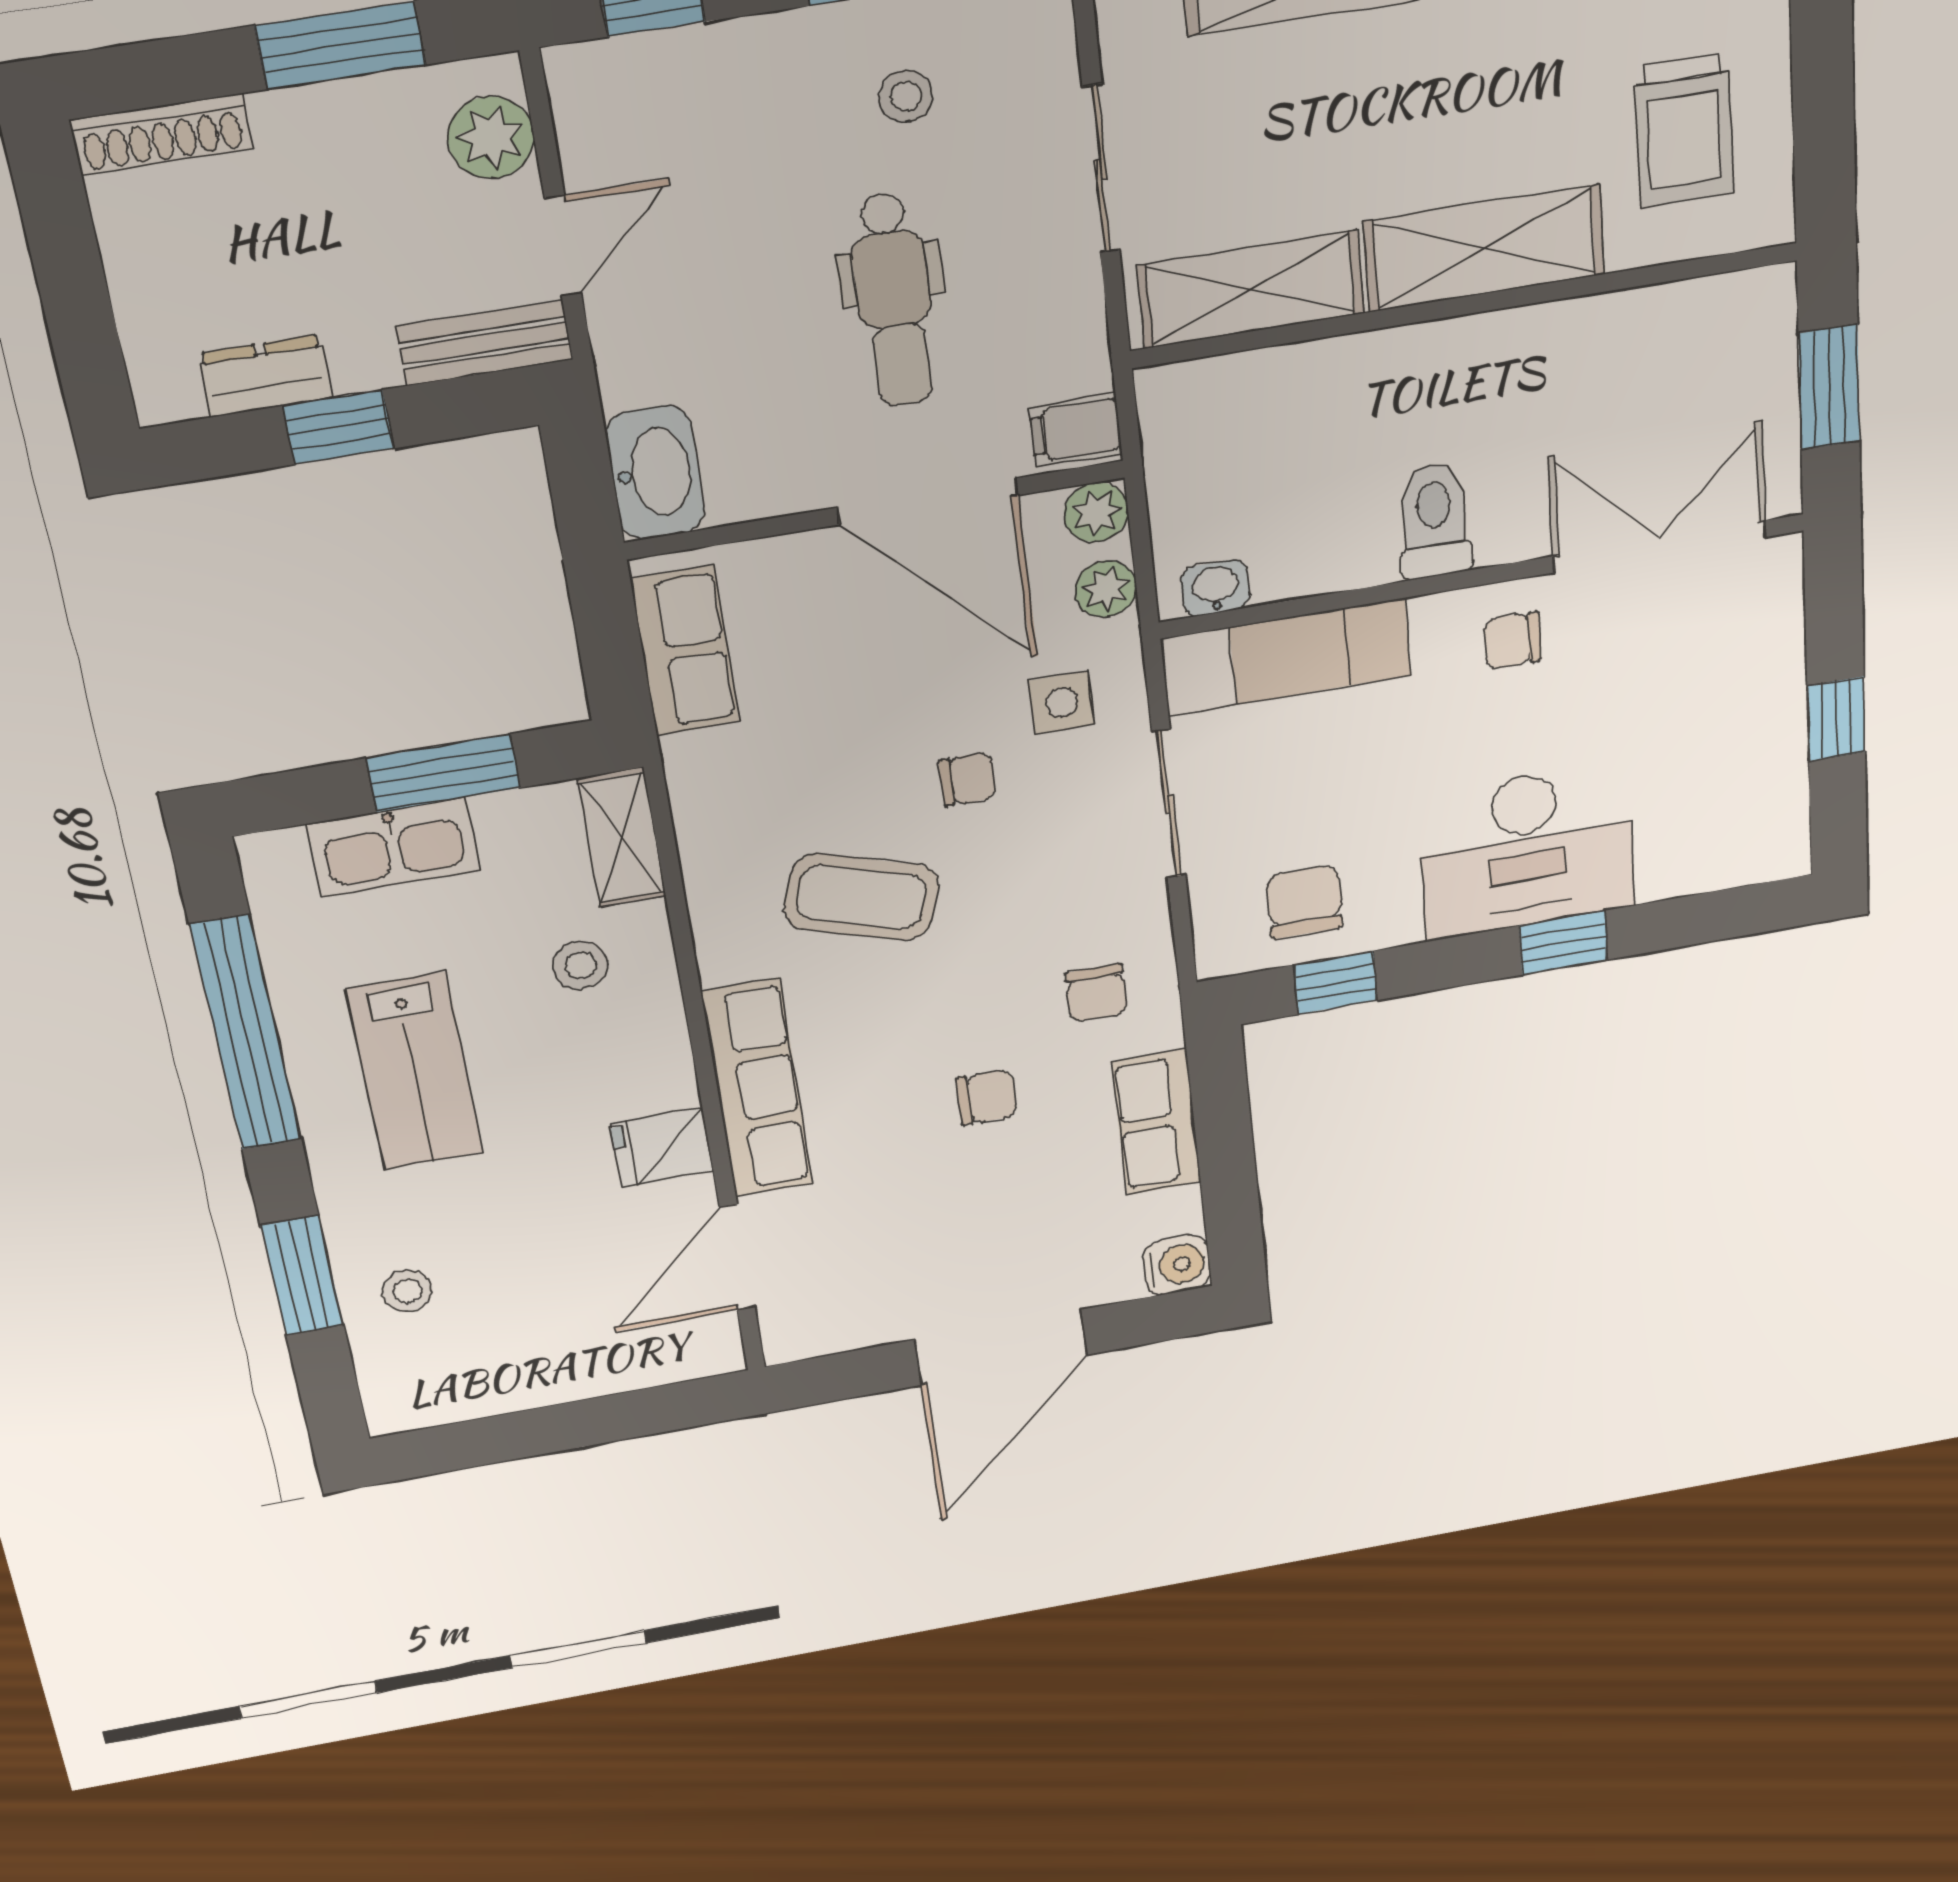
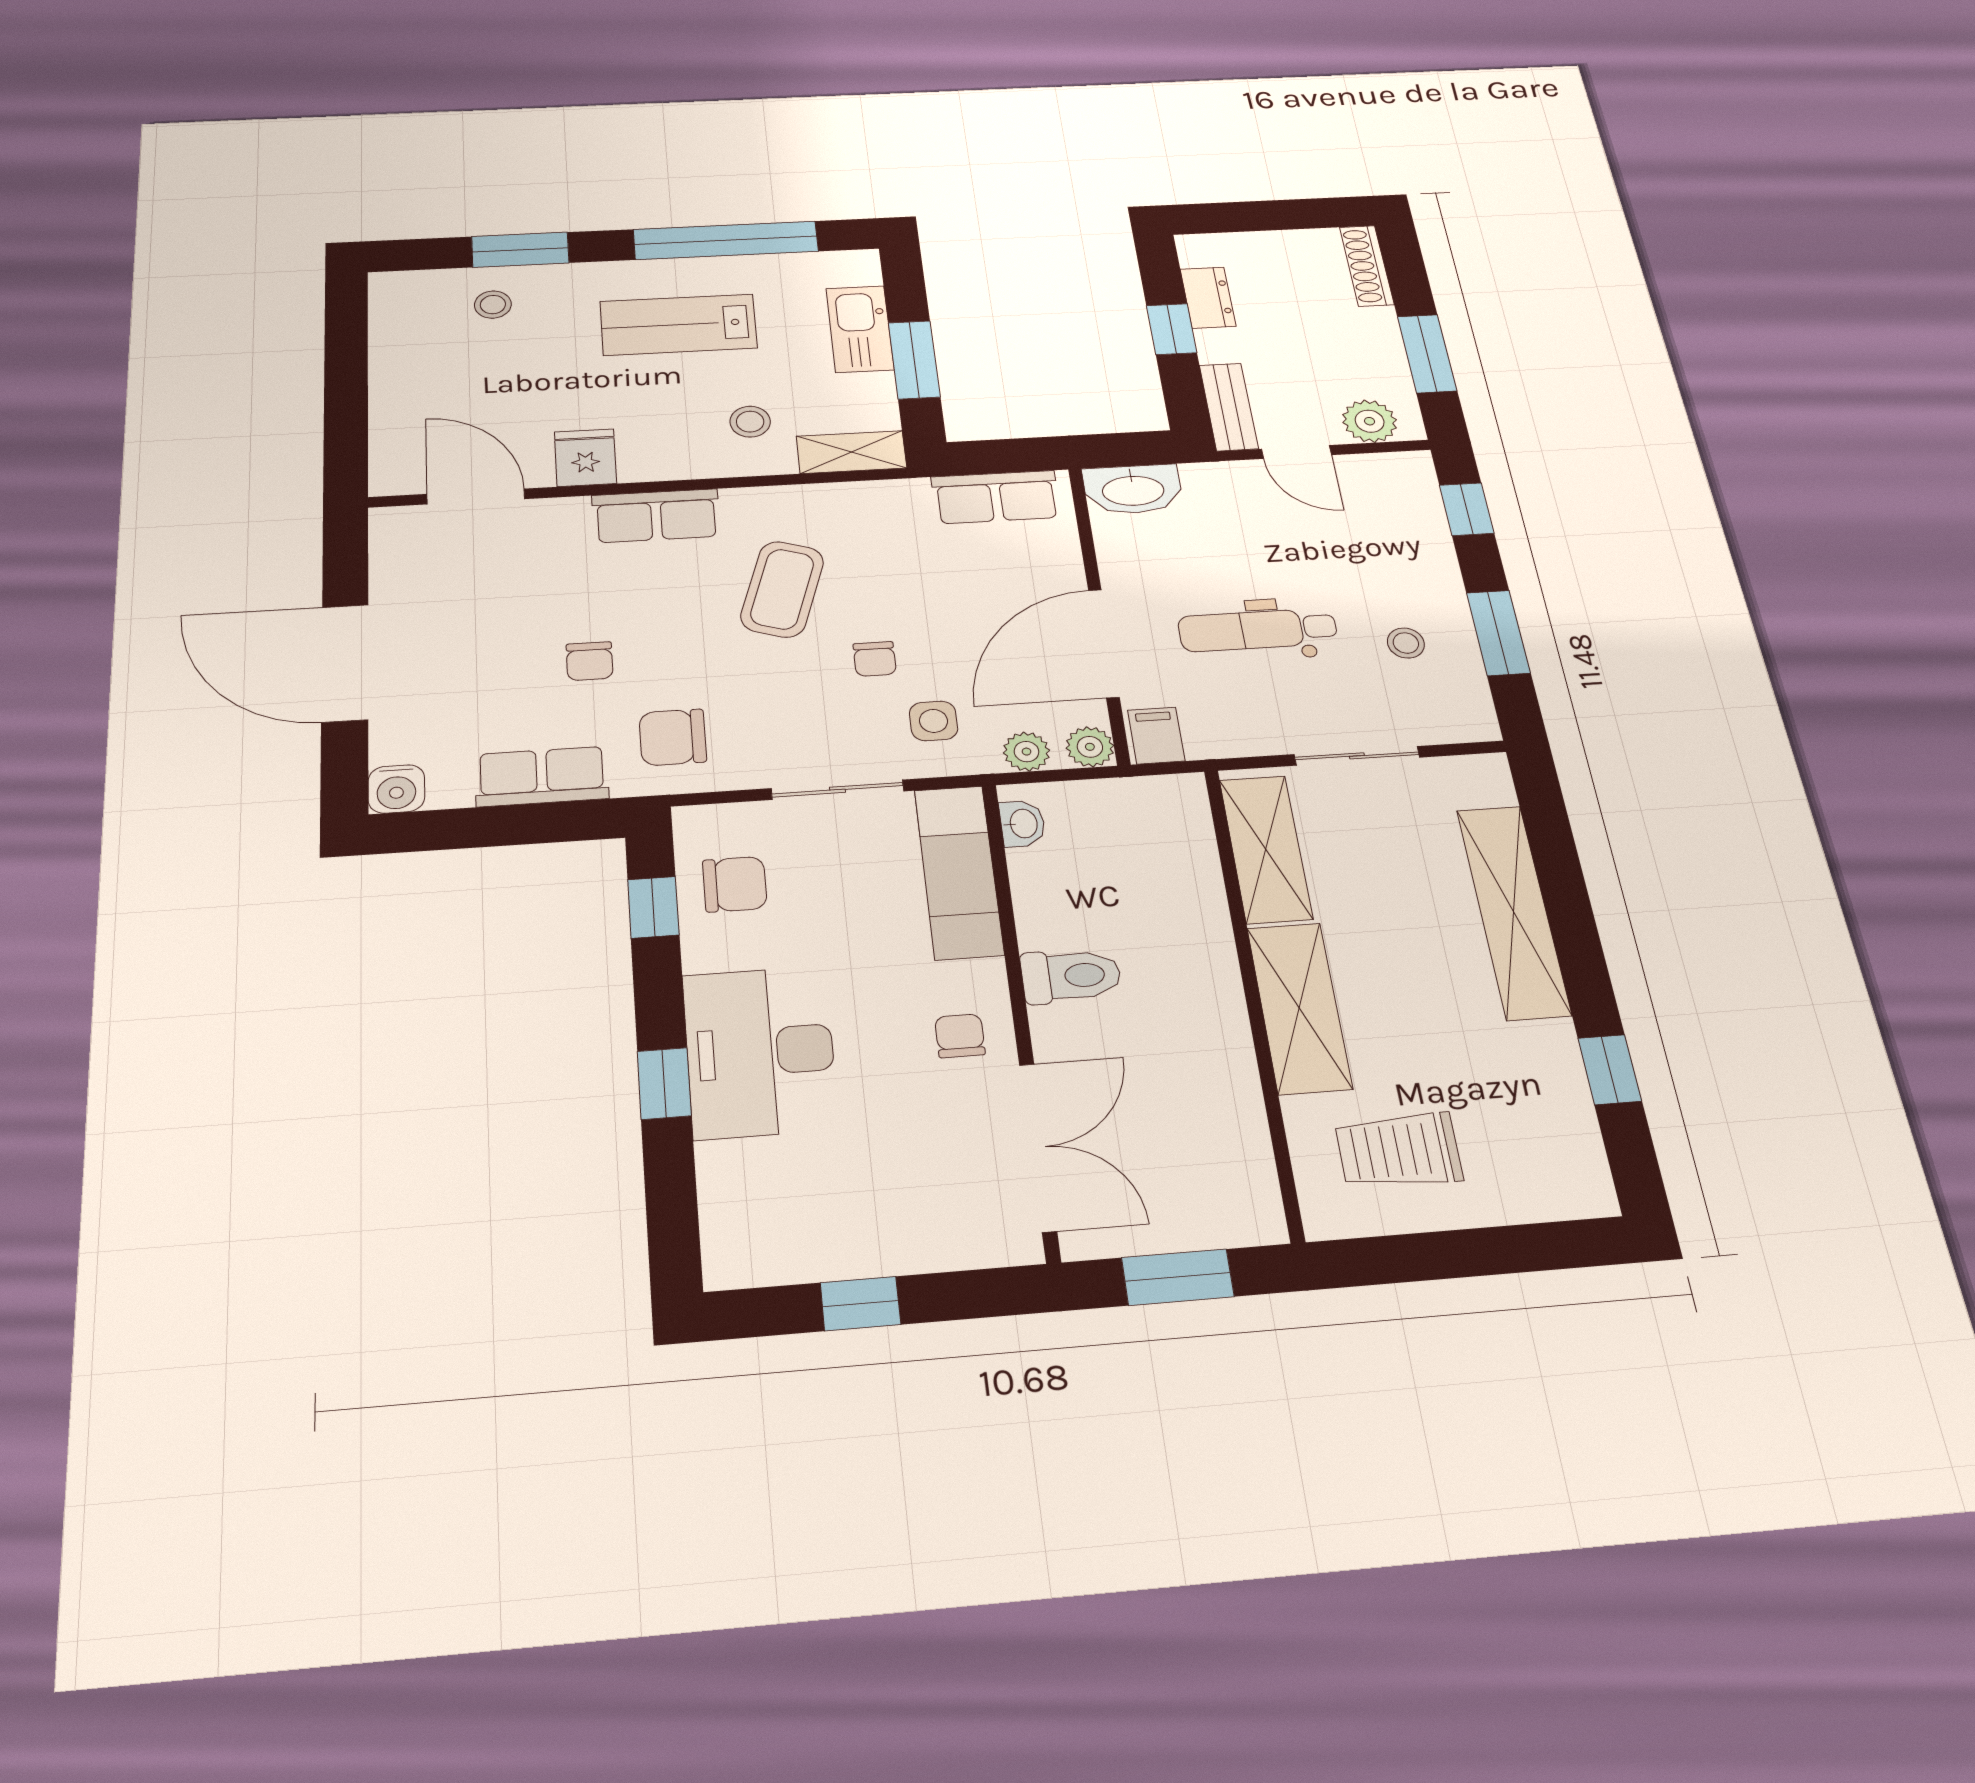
chair: (1096, 993) -> (673, 737), width x1.37, depth x1.37
row of seats: (757, 1088) -> (656, 516), width x0.68

